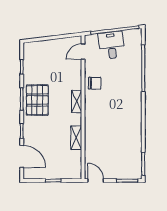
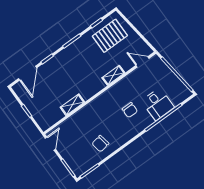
desk: (111, 45) -> (158, 104), moved, turned 97
chair: (95, 83) -> (130, 110), moved
pallet: (37, 100) -> (110, 36), moved
shelving: (77, 101) -> (113, 75), moved
chair: (127, 138) -> (100, 144), added

